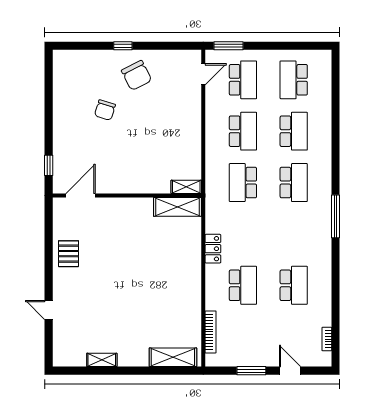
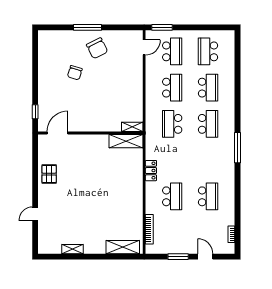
window: (123, 46) -> (87, 27), width x2.17
door: (49, 310) -> (35, 214), hinge flipped

